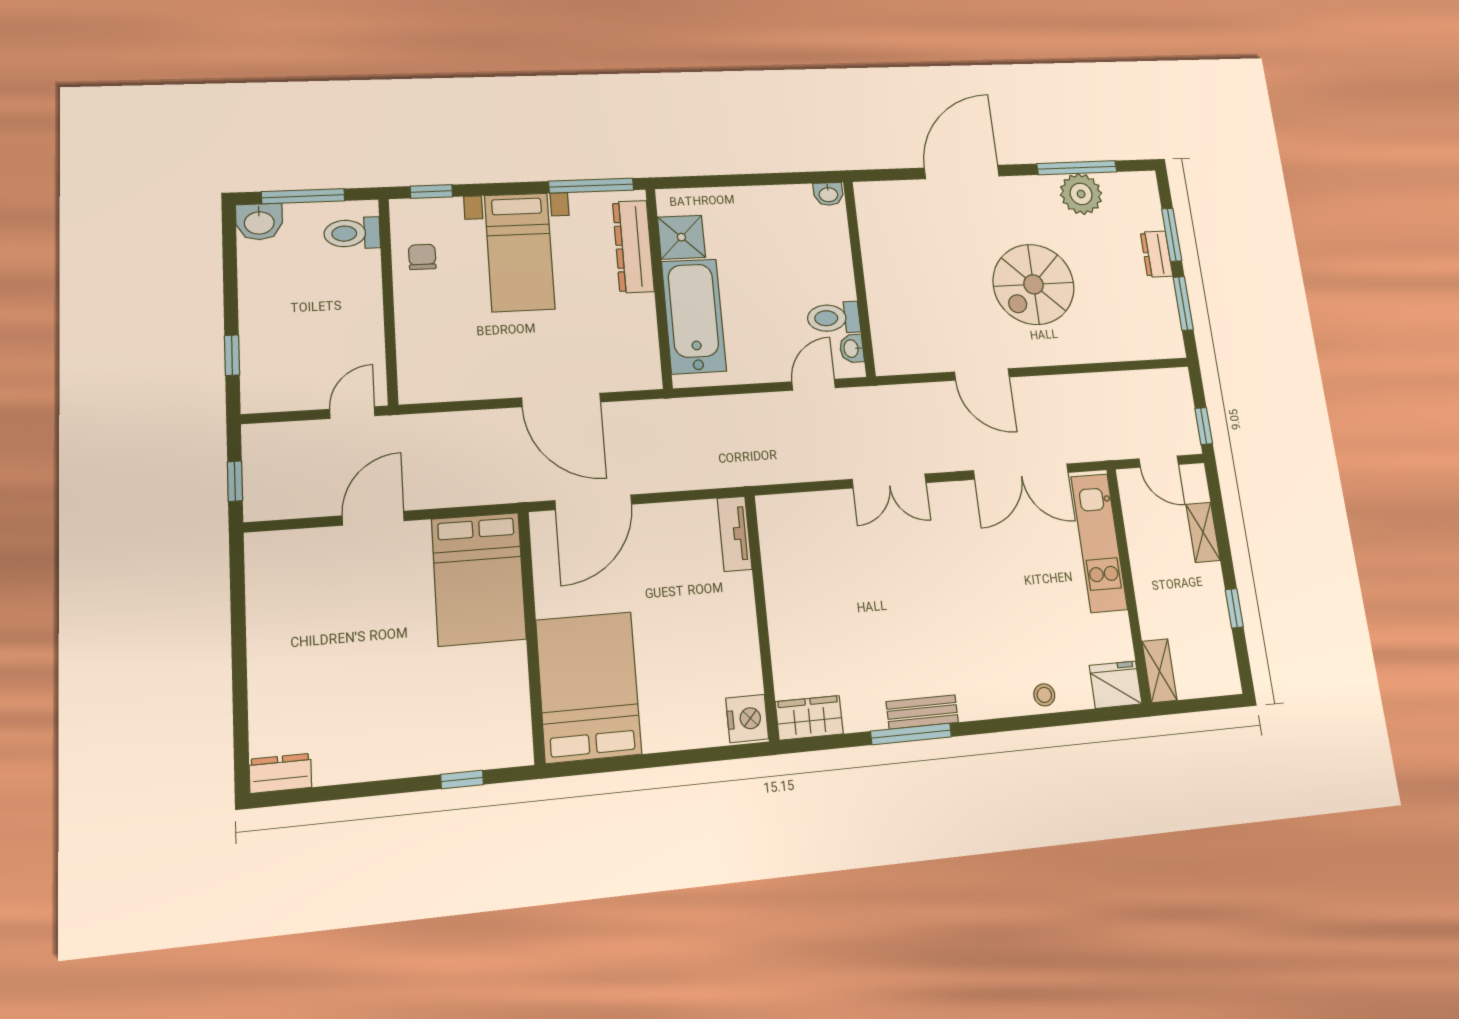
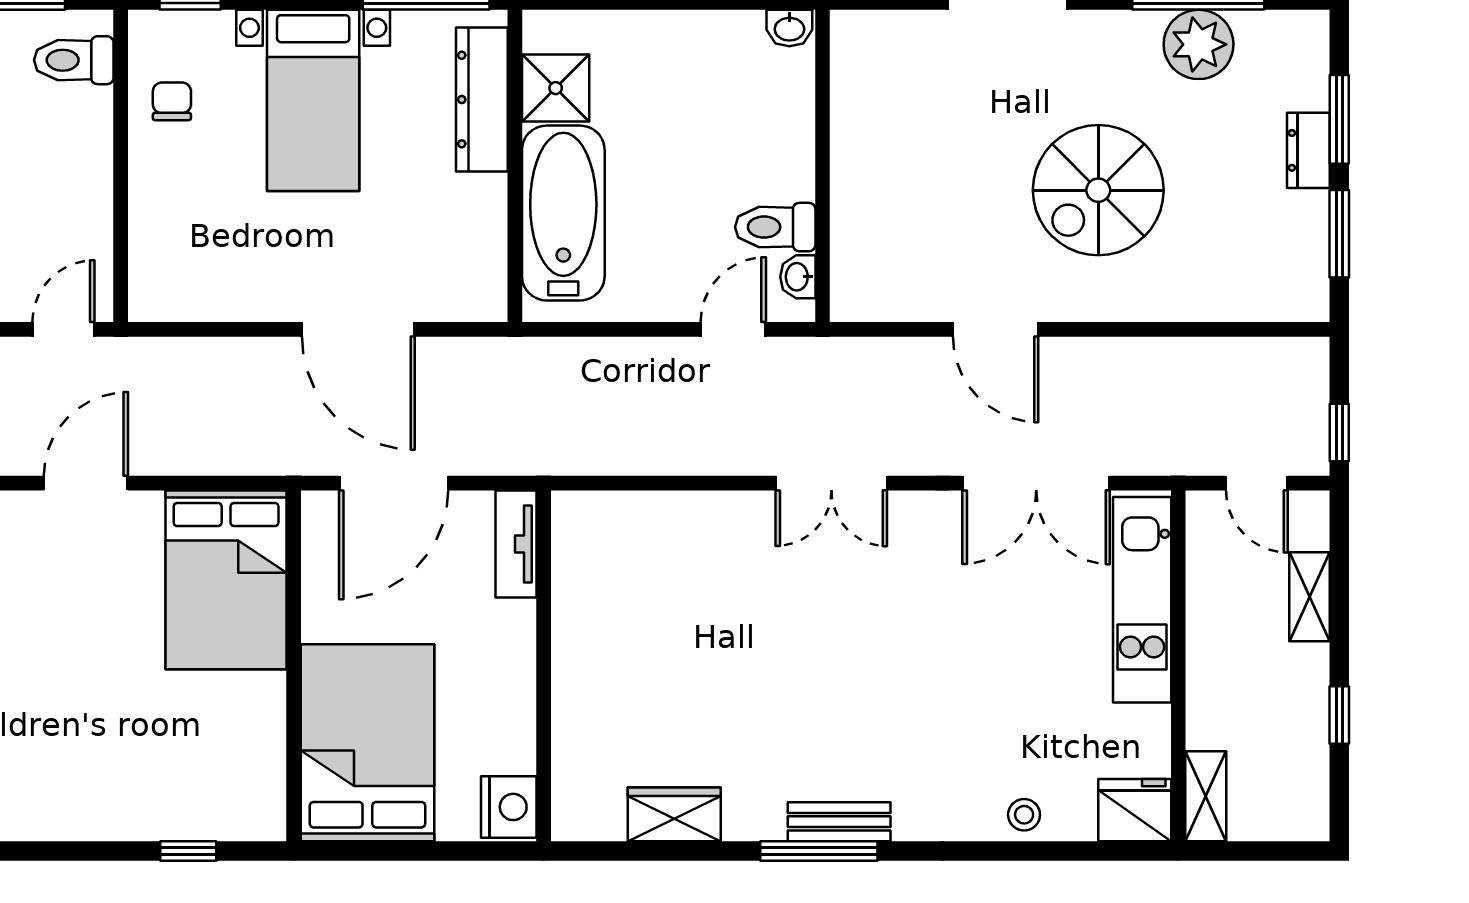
tv unit: (735, 534) -> (516, 544), moved
wall: (762, 616) -> (544, 666), moved
nightstand: (747, 718) -> (509, 807), moved

